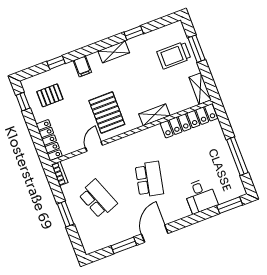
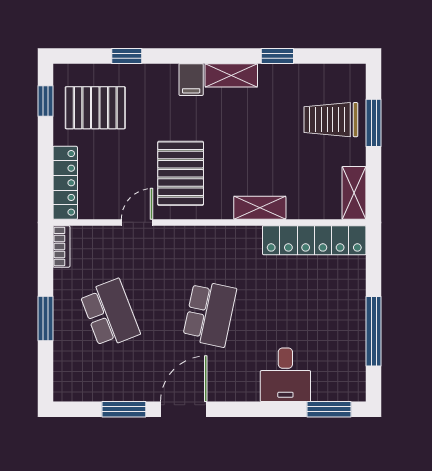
filing cabinet: (82, 66) -> (191, 80), moved
pallet: (50, 95) -> (95, 108), width x1.50, depth x1.42

